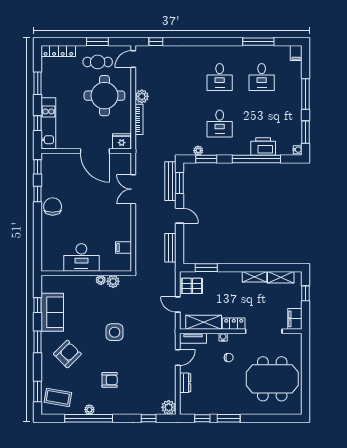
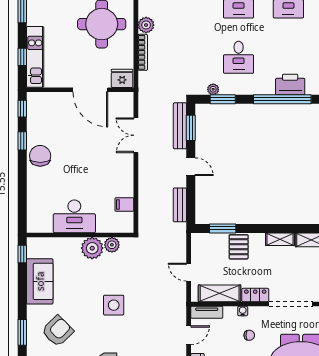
plant: (101, 280) -> (92, 248), width x1.88, depth x1.88
pallet: (192, 286) -> (239, 247), moved, turned 90
window: (38, 305) -> (22, 254), moved
window: (38, 342) -> (22, 332), moved

